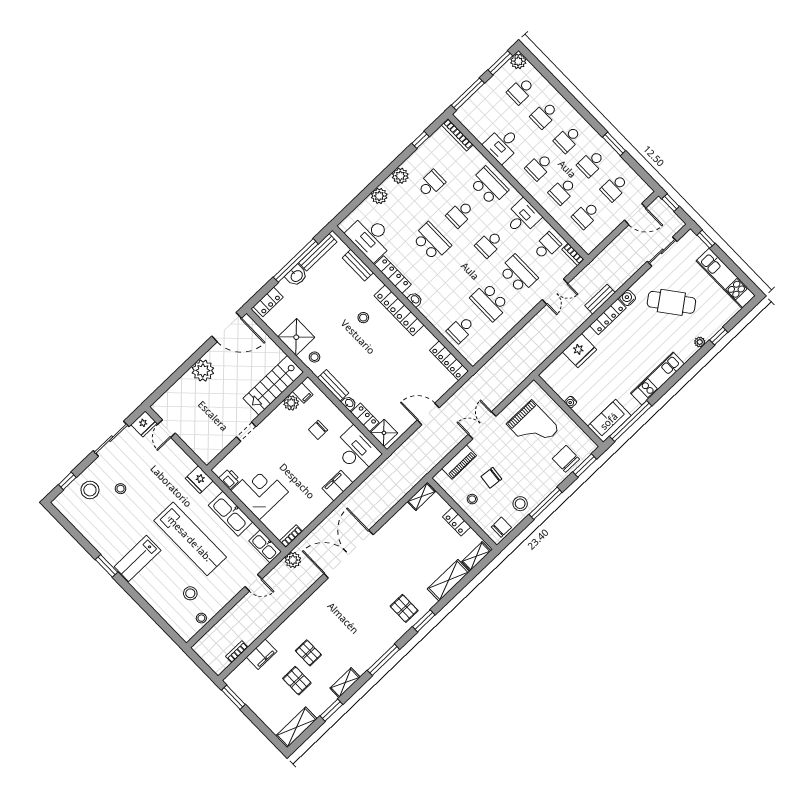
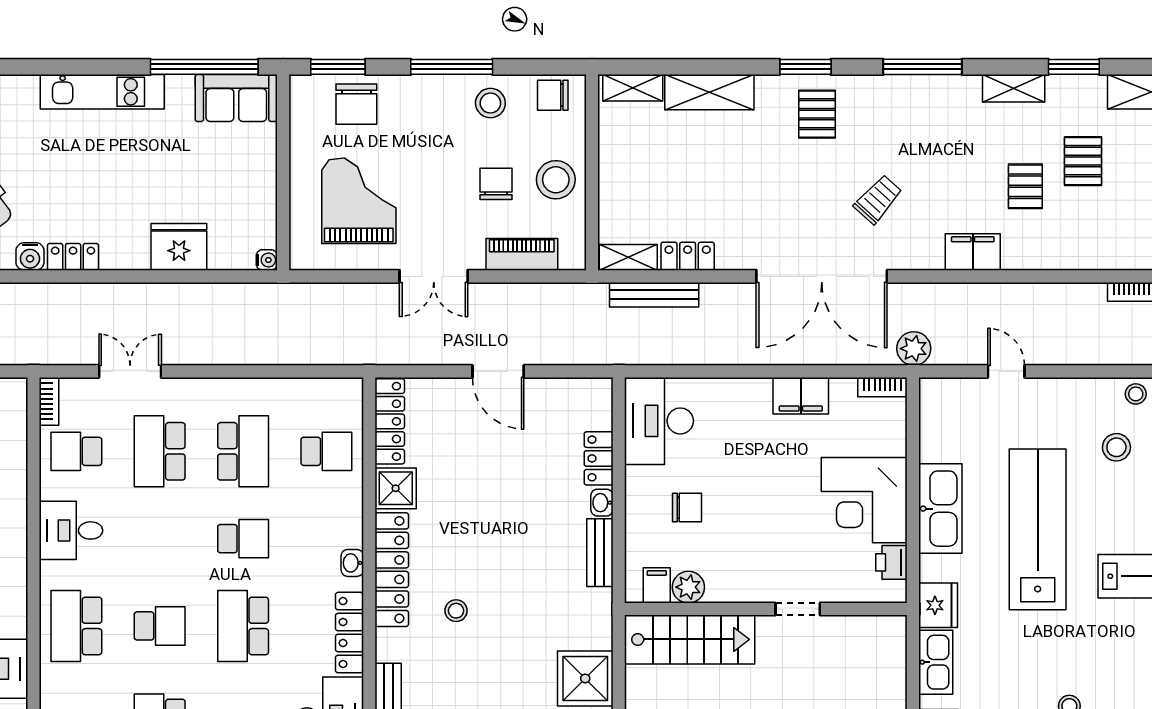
school desk: (489, 244) -> (243, 539), moved
bench: (600, 299) -> (654, 295), moved, width x1.36
locker: (608, 317) -> (73, 257), width x0.66
stool: (314, 357) -> (587, 622), removed
water cooler: (571, 402) -> (267, 260), moved
shower: (384, 433) -> (396, 488), moved
chair: (491, 478) -> (496, 184), turned -96
filing cabinet: (337, 486) -> (801, 396), moved
stool: (472, 499) -> (556, 180), width x1.89, depth x1.89
locker: (457, 522) -> (688, 256), moved, turned -90
kitchen sink: (265, 546) -> (936, 662), moved
trolley: (355, 599) -> (878, 199), added
filing cabinet: (262, 654) -> (973, 252), moved

